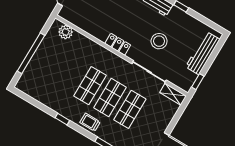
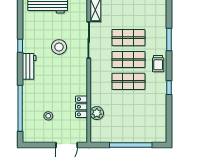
plant: (66, 32) -> (97, 113), moved
locker: (118, 44) -> (82, 107), moved

